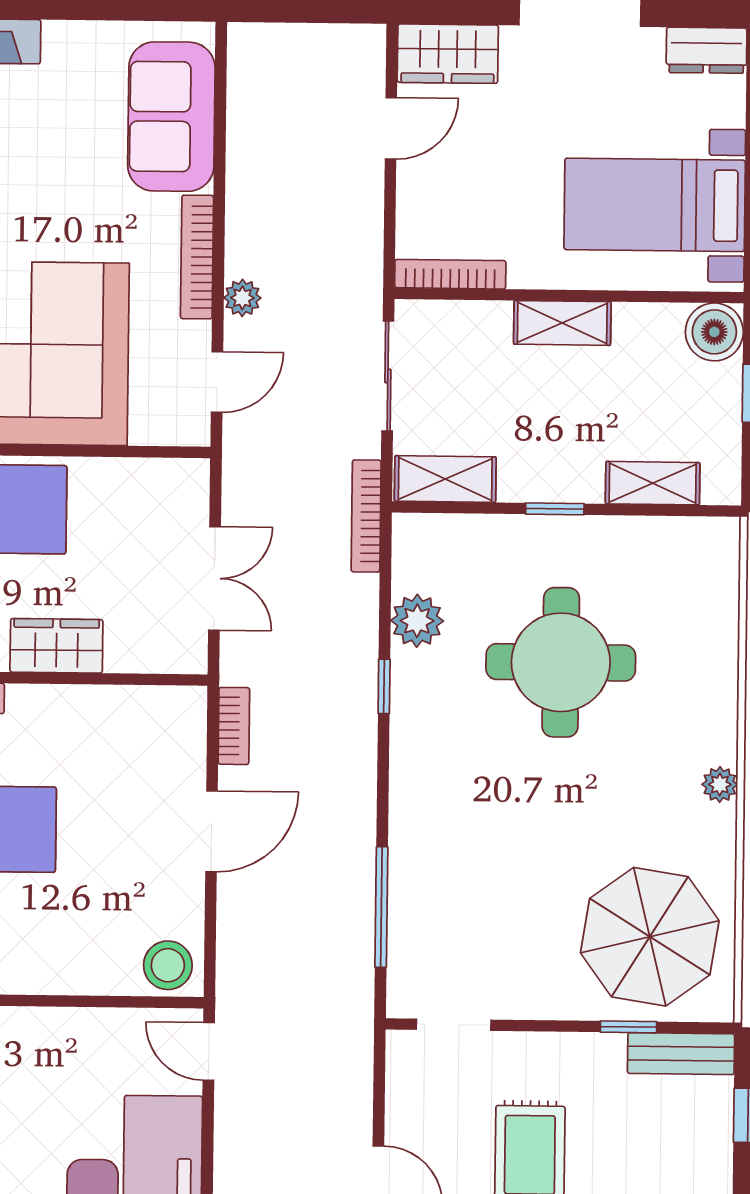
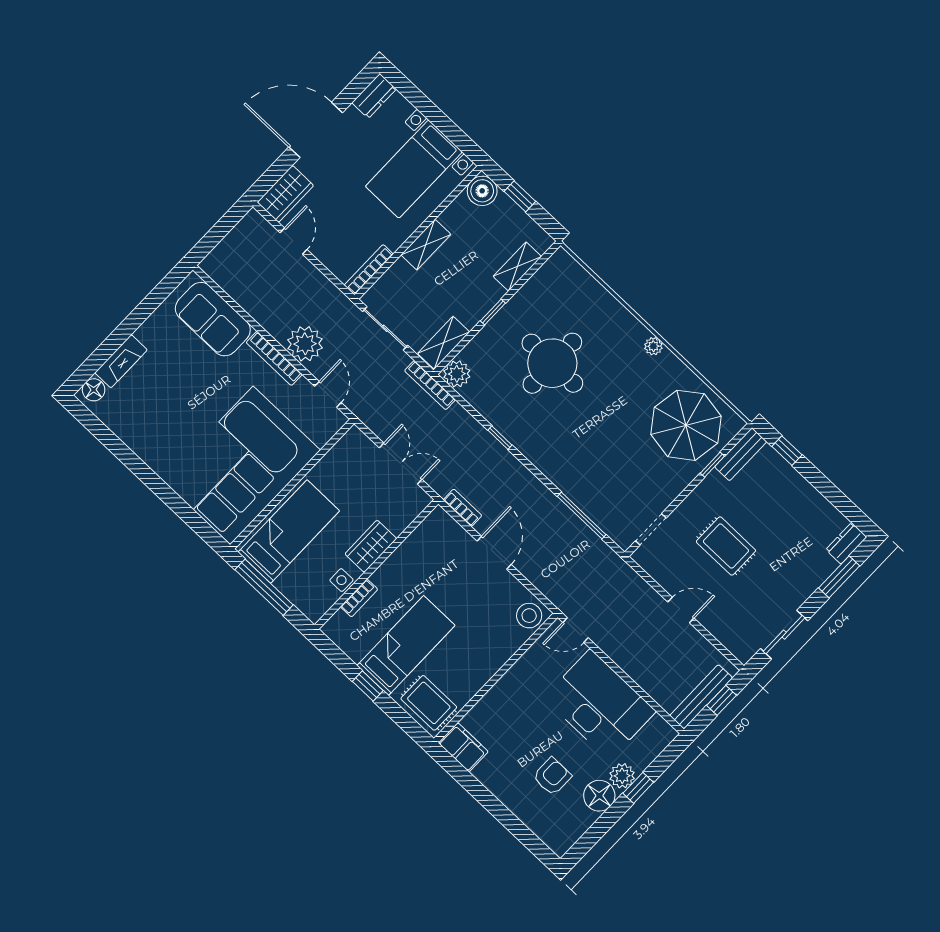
plant: (242, 298) -> (305, 344), width x1.88, depth x1.88
plant: (417, 621) -> (457, 374), moved

